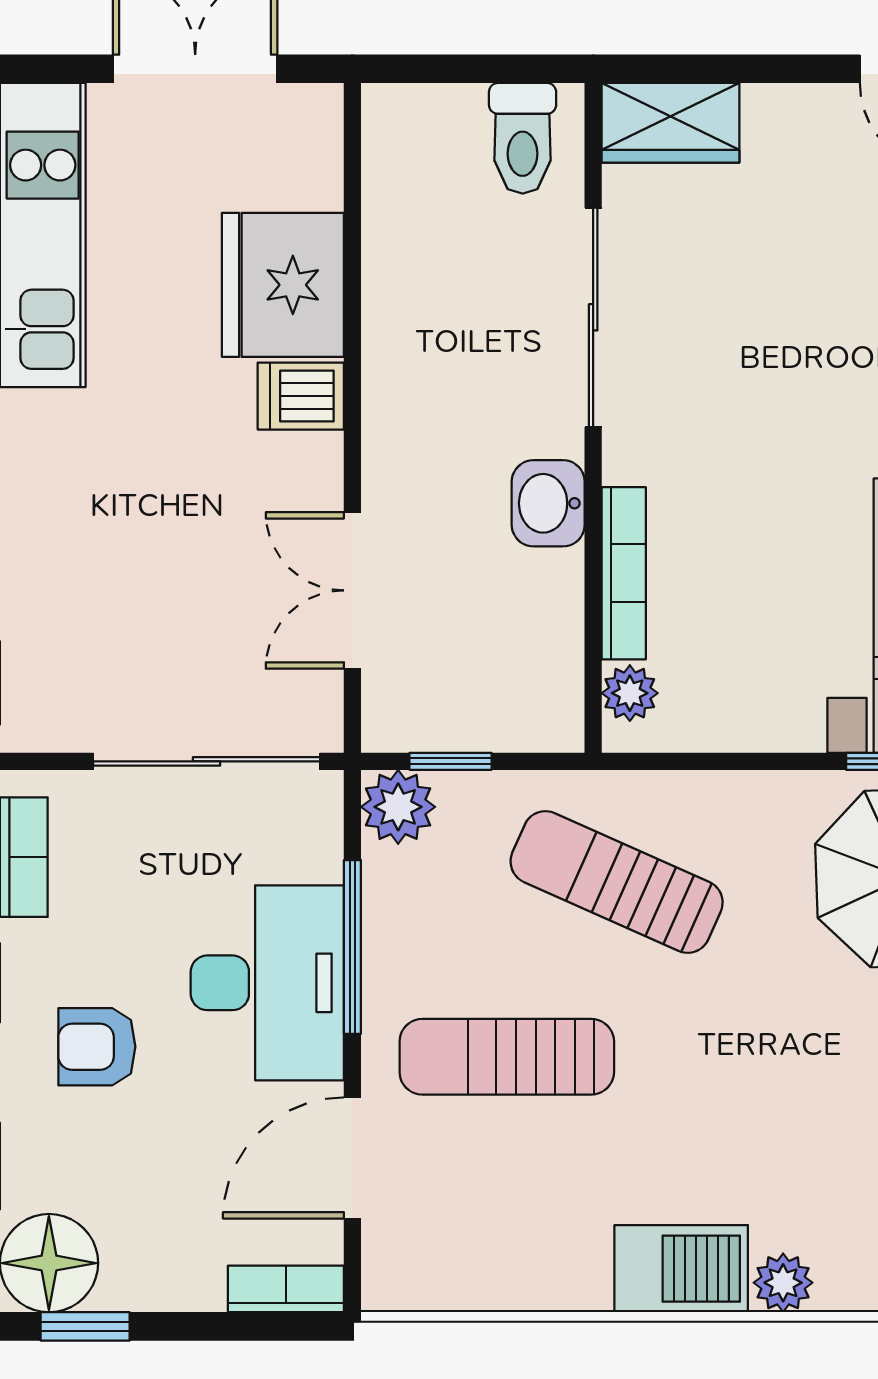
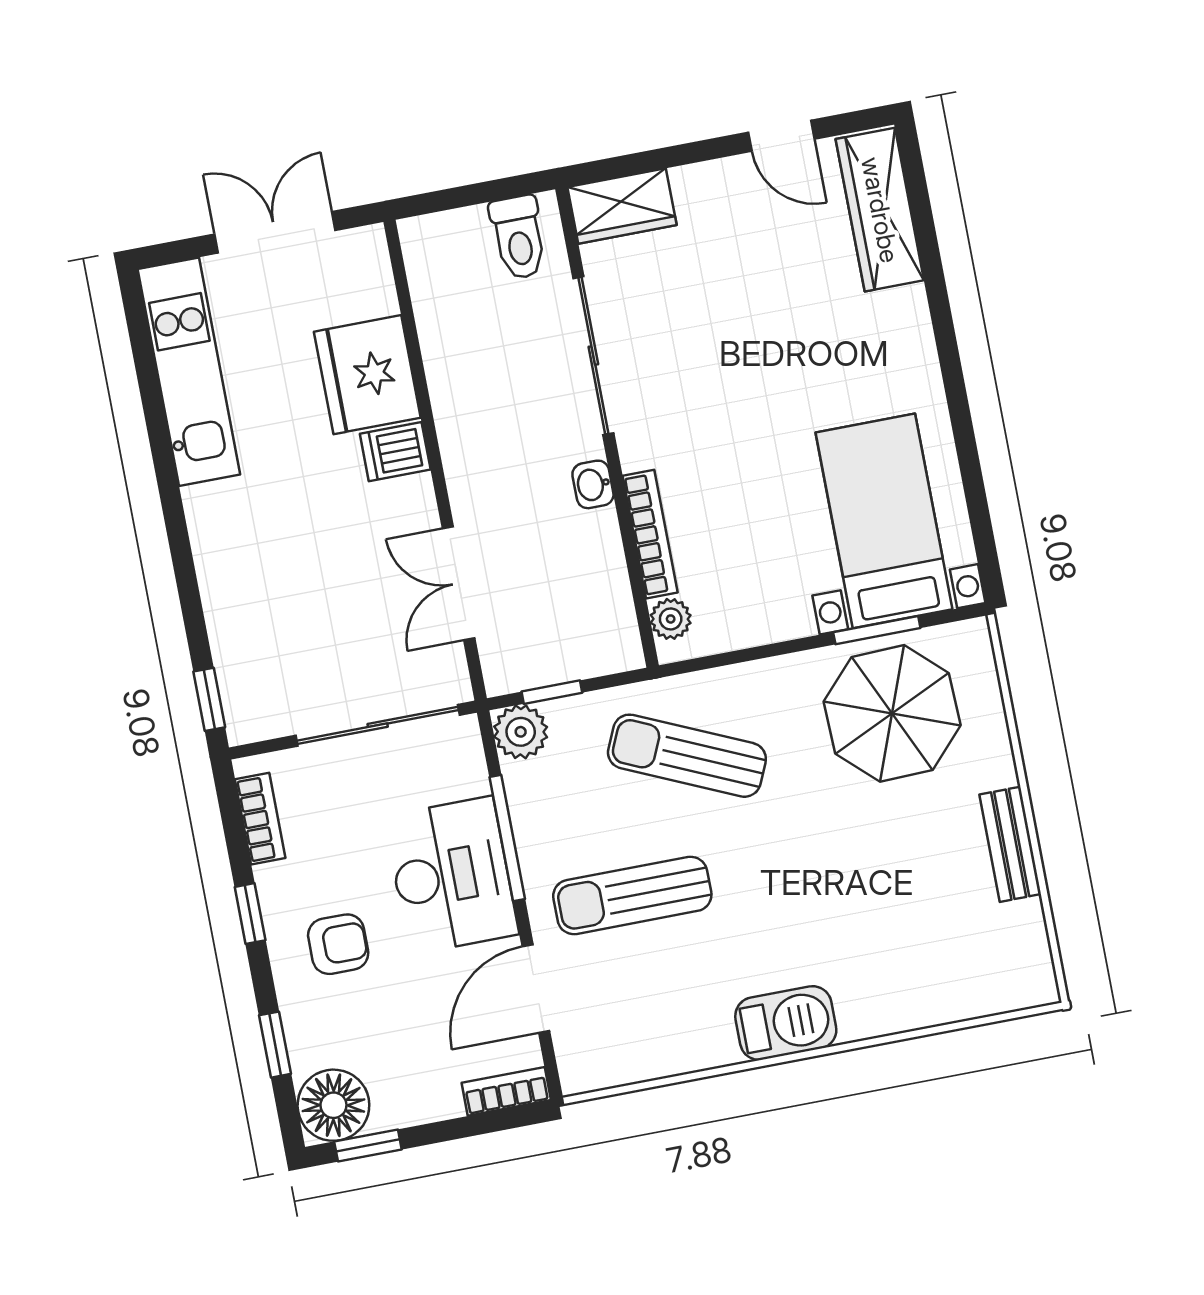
washbasin: (548, 503) -> (593, 484), width x0.72, depth x0.69
armchair: (97, 1047) -> (338, 944), turned 180
plant: (783, 1283) -> (860, 1019), removed

